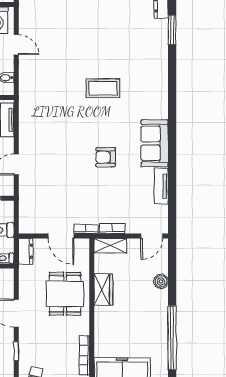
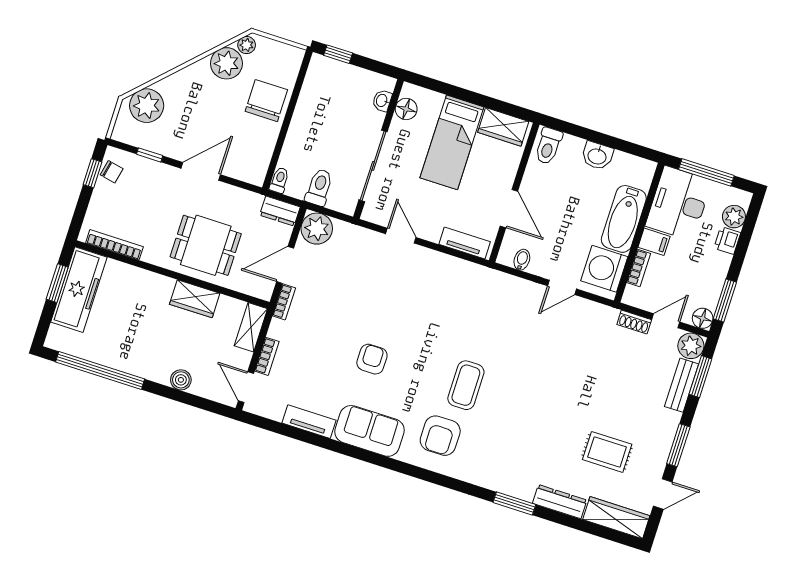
armchair: (142, 95) -> (440, 436), added
plant: (30, 223) -> (317, 229), added
bookcase: (112, 229) -> (267, 356), moved

